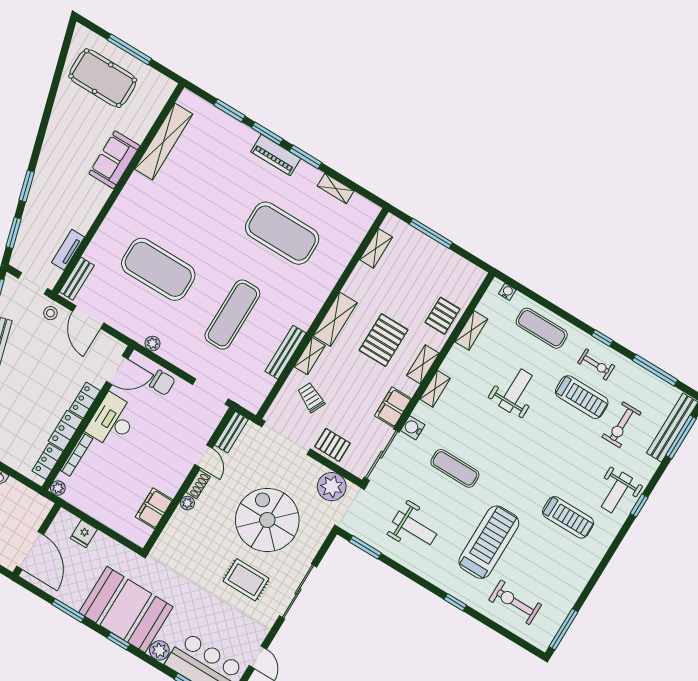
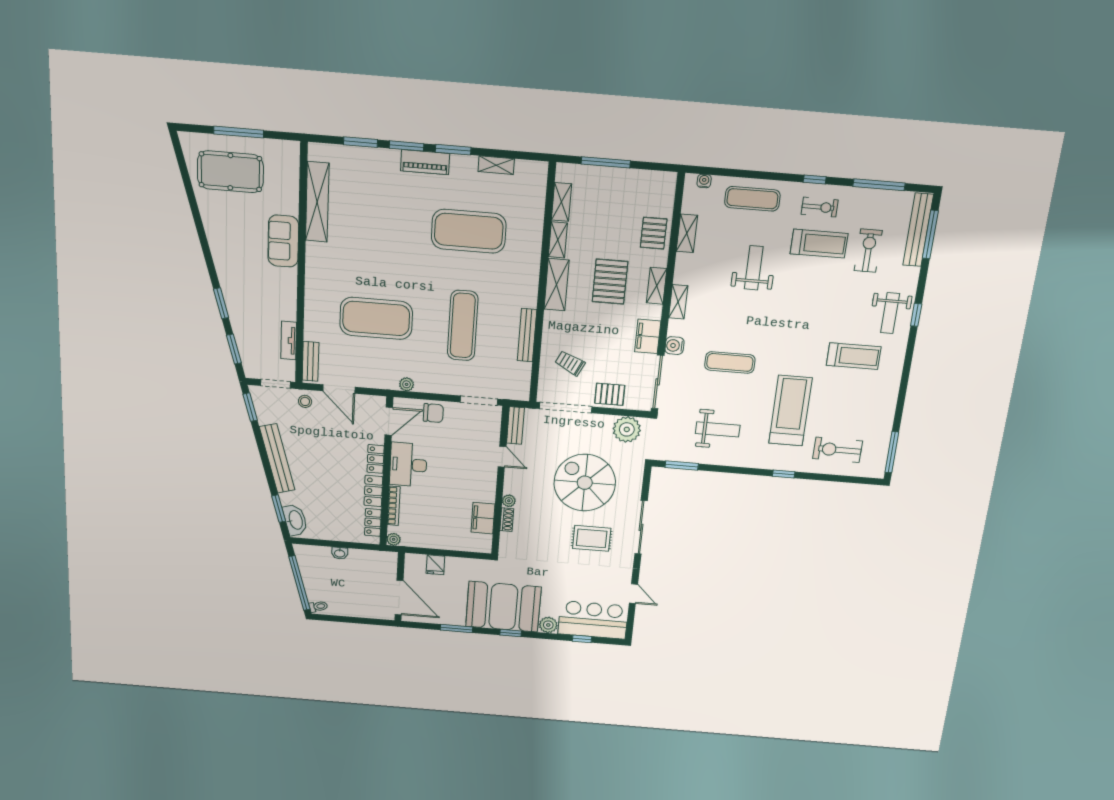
shelving: (310, 356) -> (558, 240), moved
exercise bike: (622, 425) -> (868, 251), turned 180
shoe rack: (198, 484) -> (507, 520), moved

